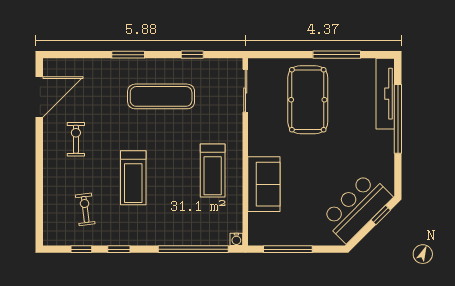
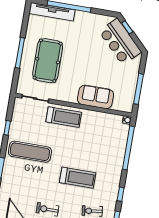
window: (337, 55) -> (20, 53), moved
exercise mat: (161, 96) -> (30, 152), turned 90
pool table: (308, 100) -> (48, 61), turned 90
treadmill: (213, 171) -> (64, 117), moved

